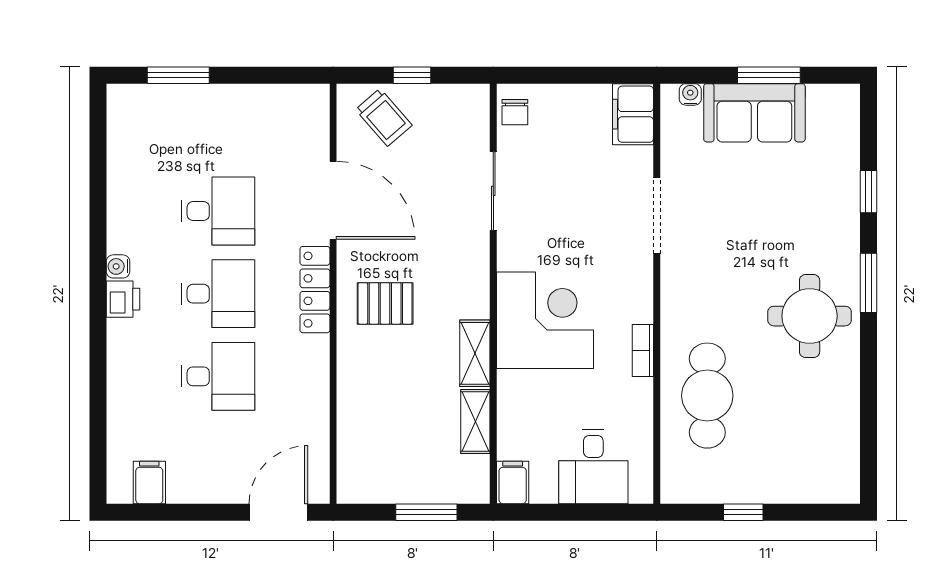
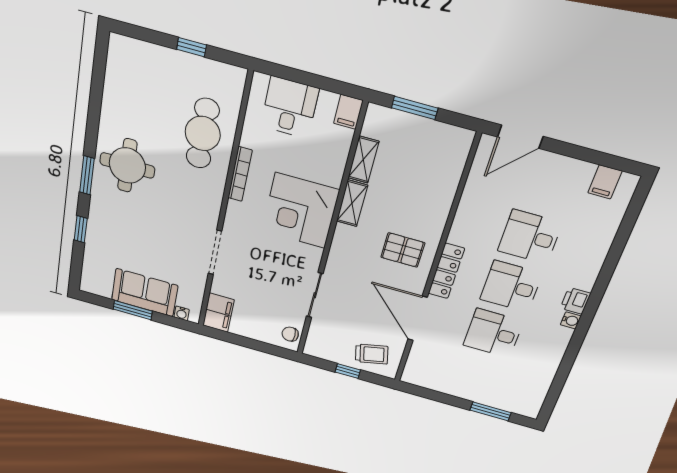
chair: (515, 112) -> (290, 334), turned -90
trolley: (384, 117) -> (372, 354), turned 118
bookcase: (643, 350) -> (240, 174), width x1.56

